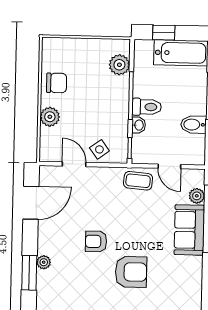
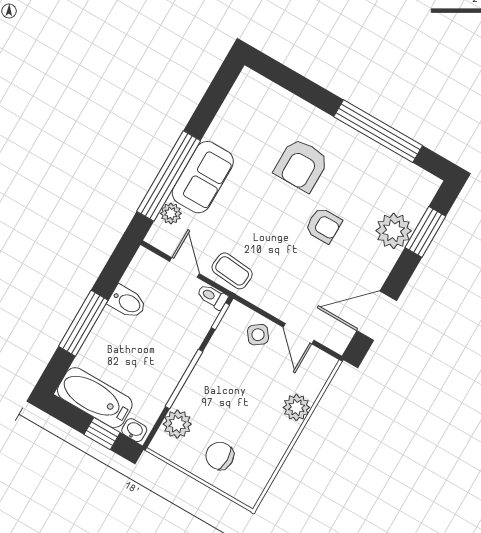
chair: (57, 83) -> (220, 456), moved
toilet: (147, 107) -> (212, 297), moved, width x0.73, depth x0.72
washbasin: (139, 125) -> (134, 430), moved, turned 90
plant: (44, 262) -> (394, 231), width x1.88, depth x1.88
armchair: (131, 272) -> (301, 165), turned -90

